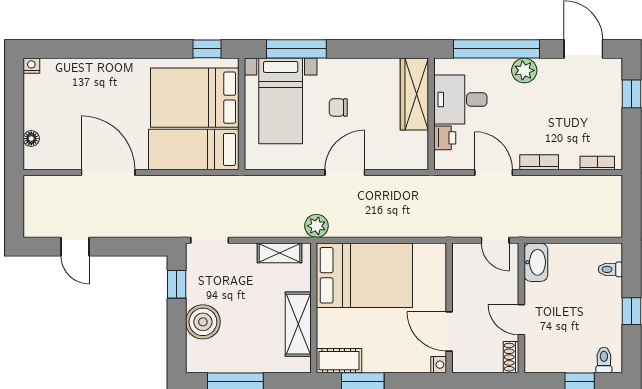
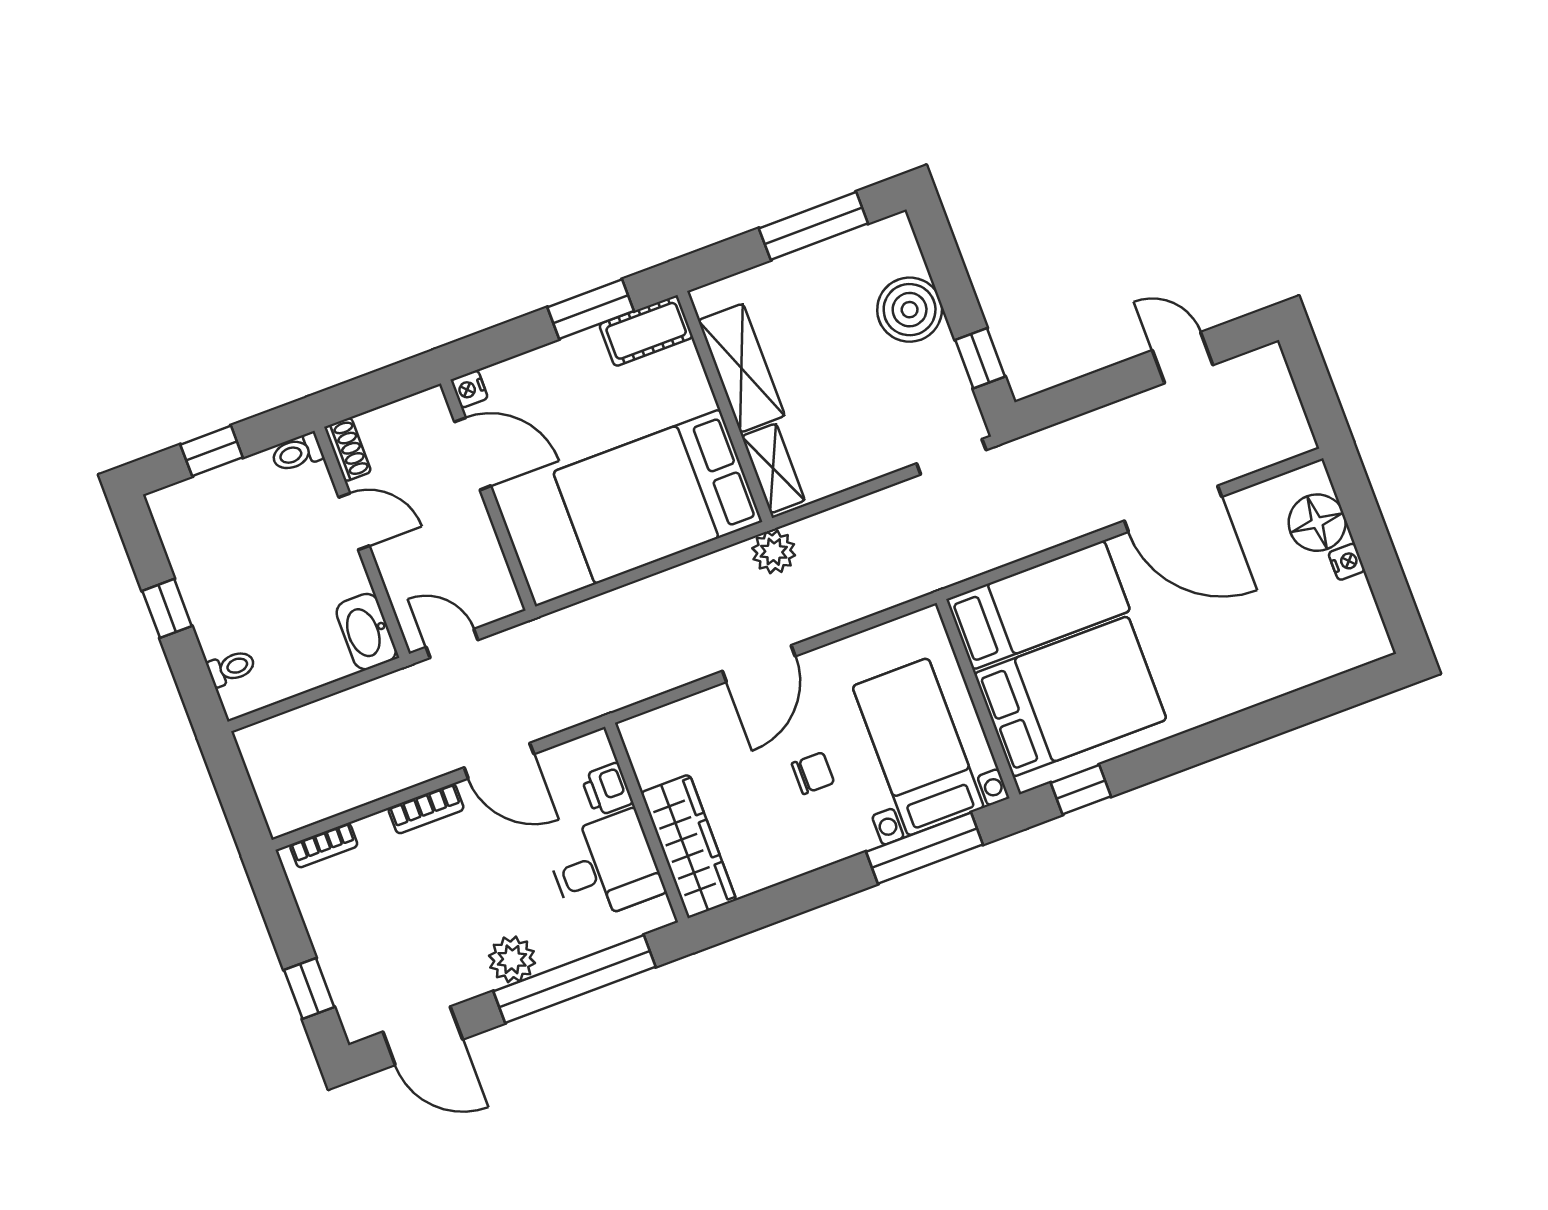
nightstand: (31, 66) -> (1347, 562), moved, turned -90
floor lamp: (31, 139) -> (1317, 523), width x1.89, depth x1.89
shelving: (279, 253) -> (773, 468), moved, turned 90
toilet: (604, 360) -> (297, 453), moved, turned 90

